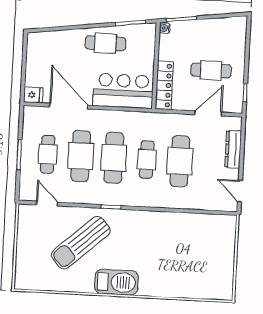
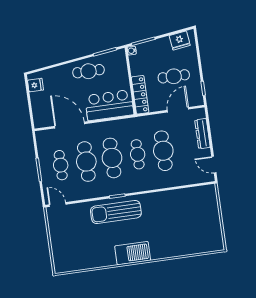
fridge: (227, 27) -> (180, 40), added
fridge: (33, 95) -> (36, 85), moved
door: (47, 204) -> (58, 204), moved
sun lounger: (81, 243) -> (116, 212), moved, turned 42

